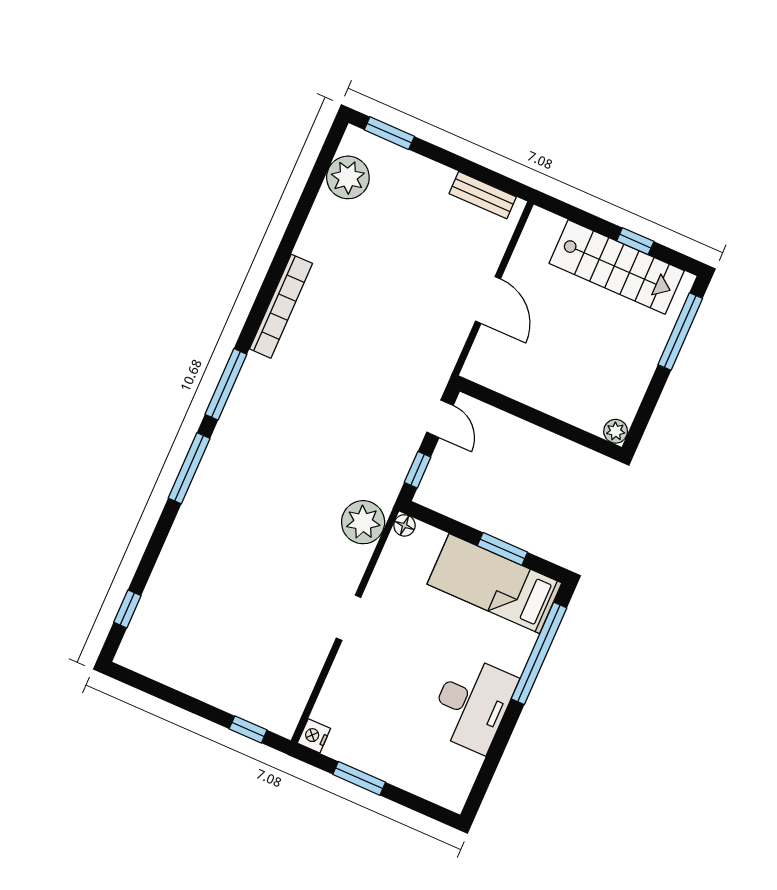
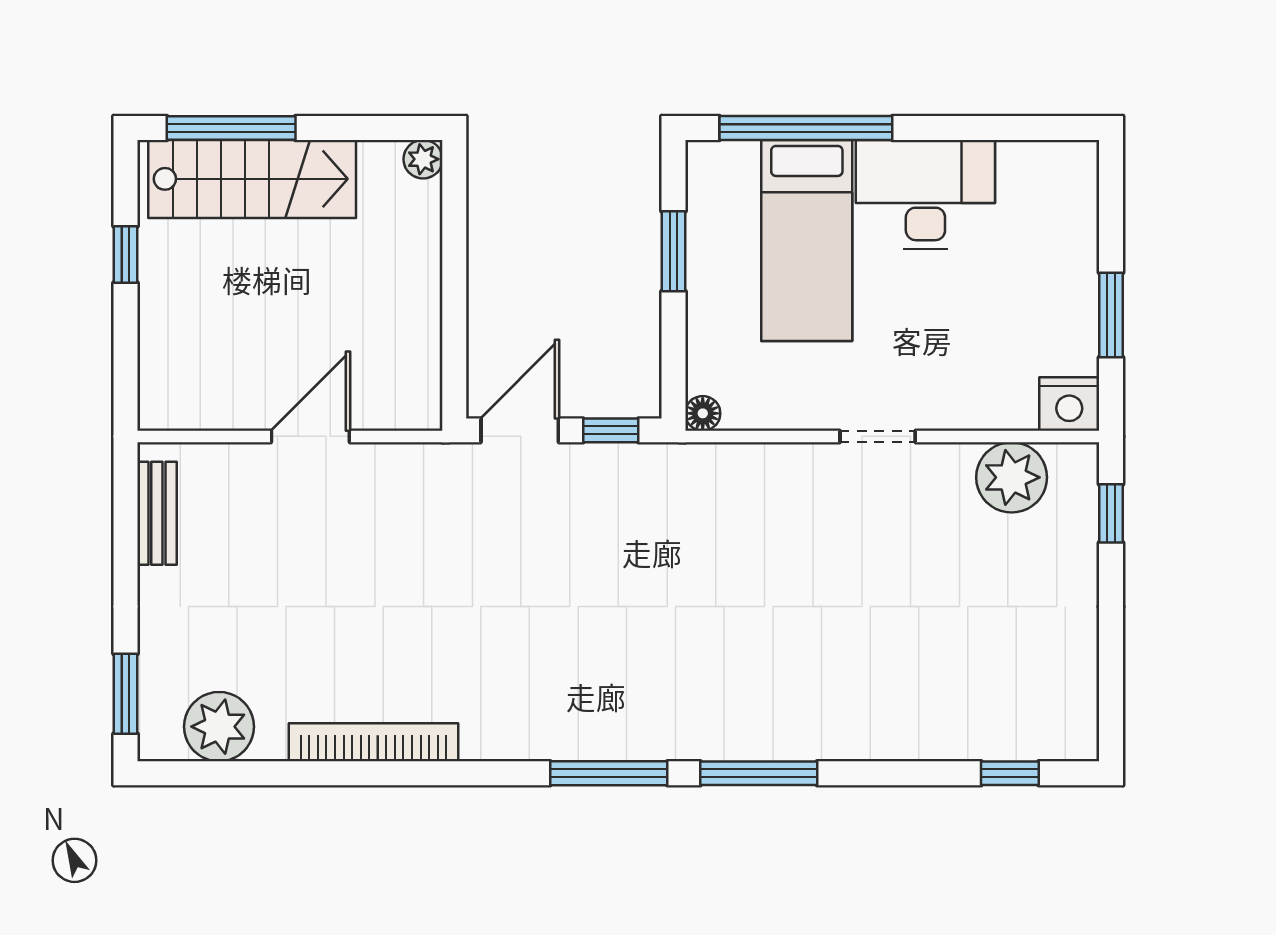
stairs: (617, 267) -> (252, 179), moved, turned 90
bookcase: (281, 306) -> (374, 742), moved
door: (440, 419) -> (520, 430), width x1.38
plant: (363, 522) -> (1012, 477), moved
bed: (494, 584) -> (807, 240), moved
nightstand: (314, 736) -> (1069, 404), width x1.36, depth x1.33

